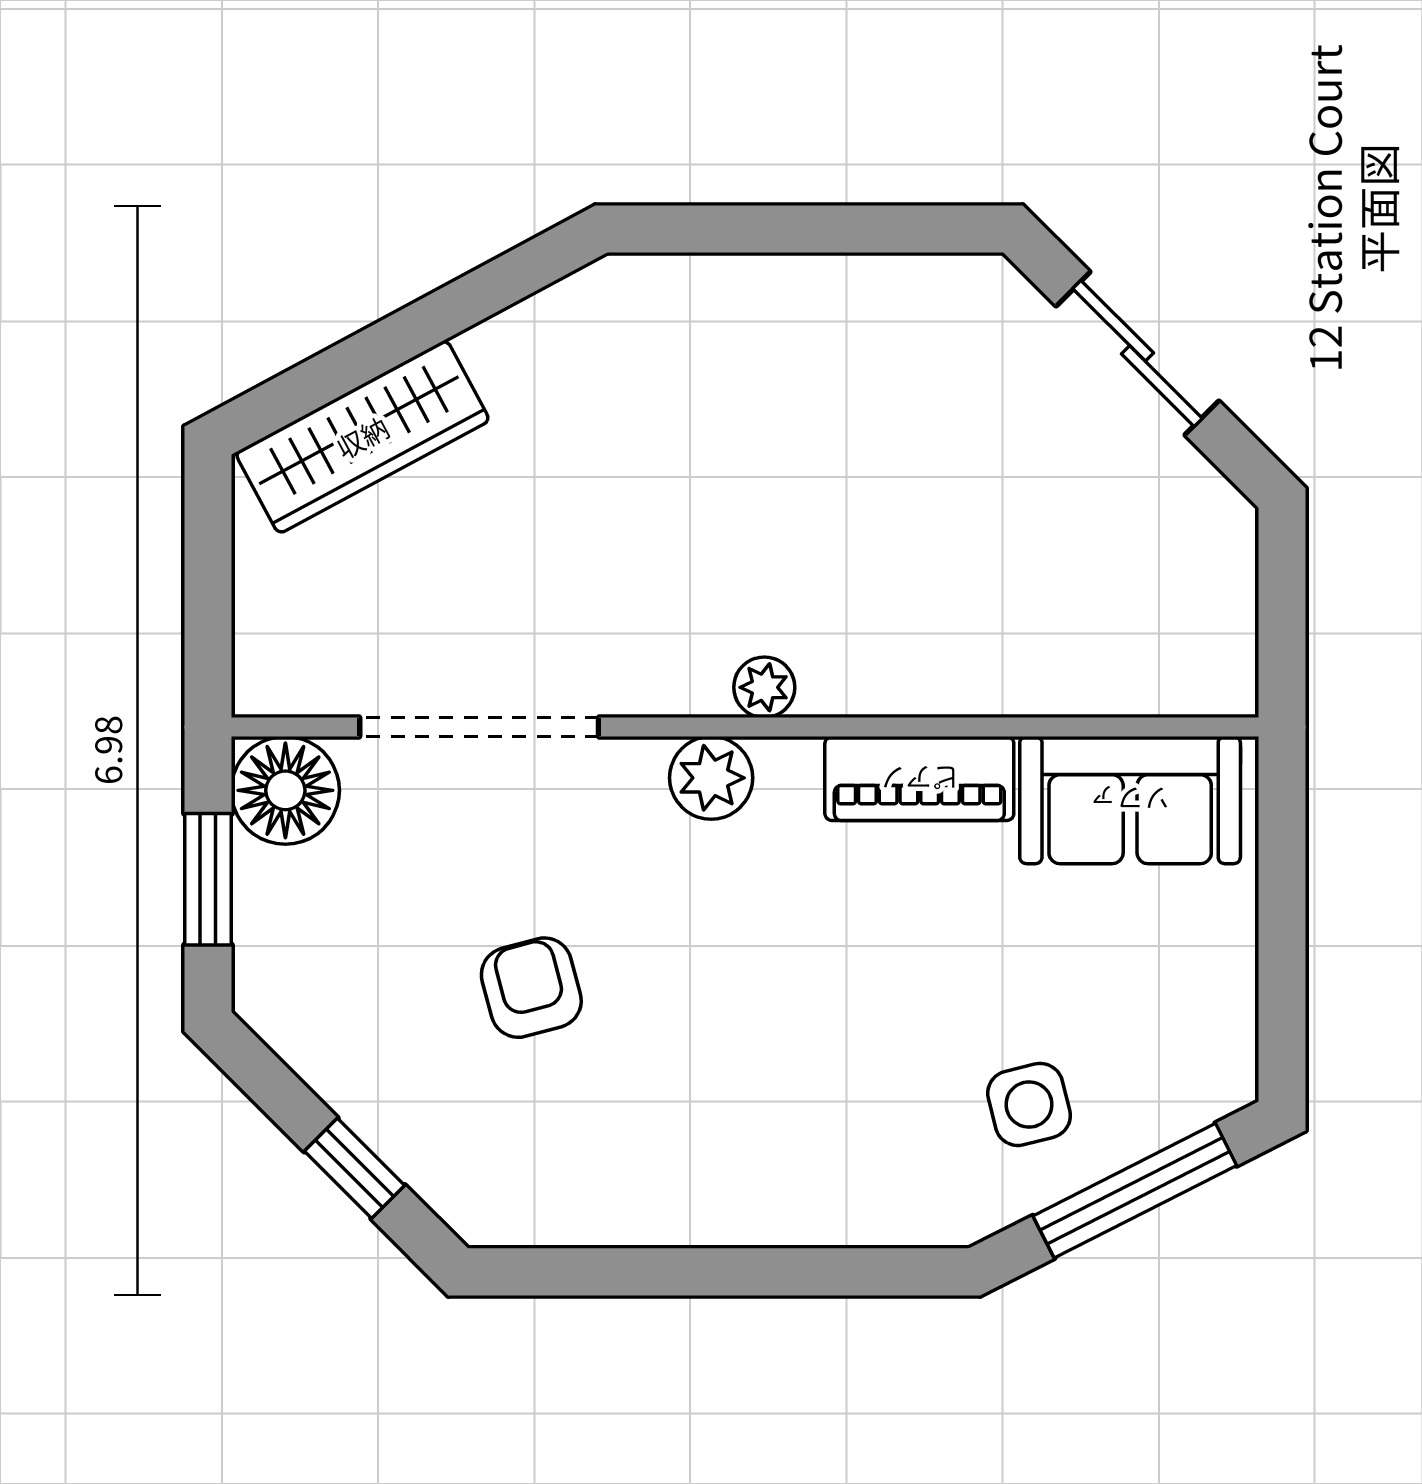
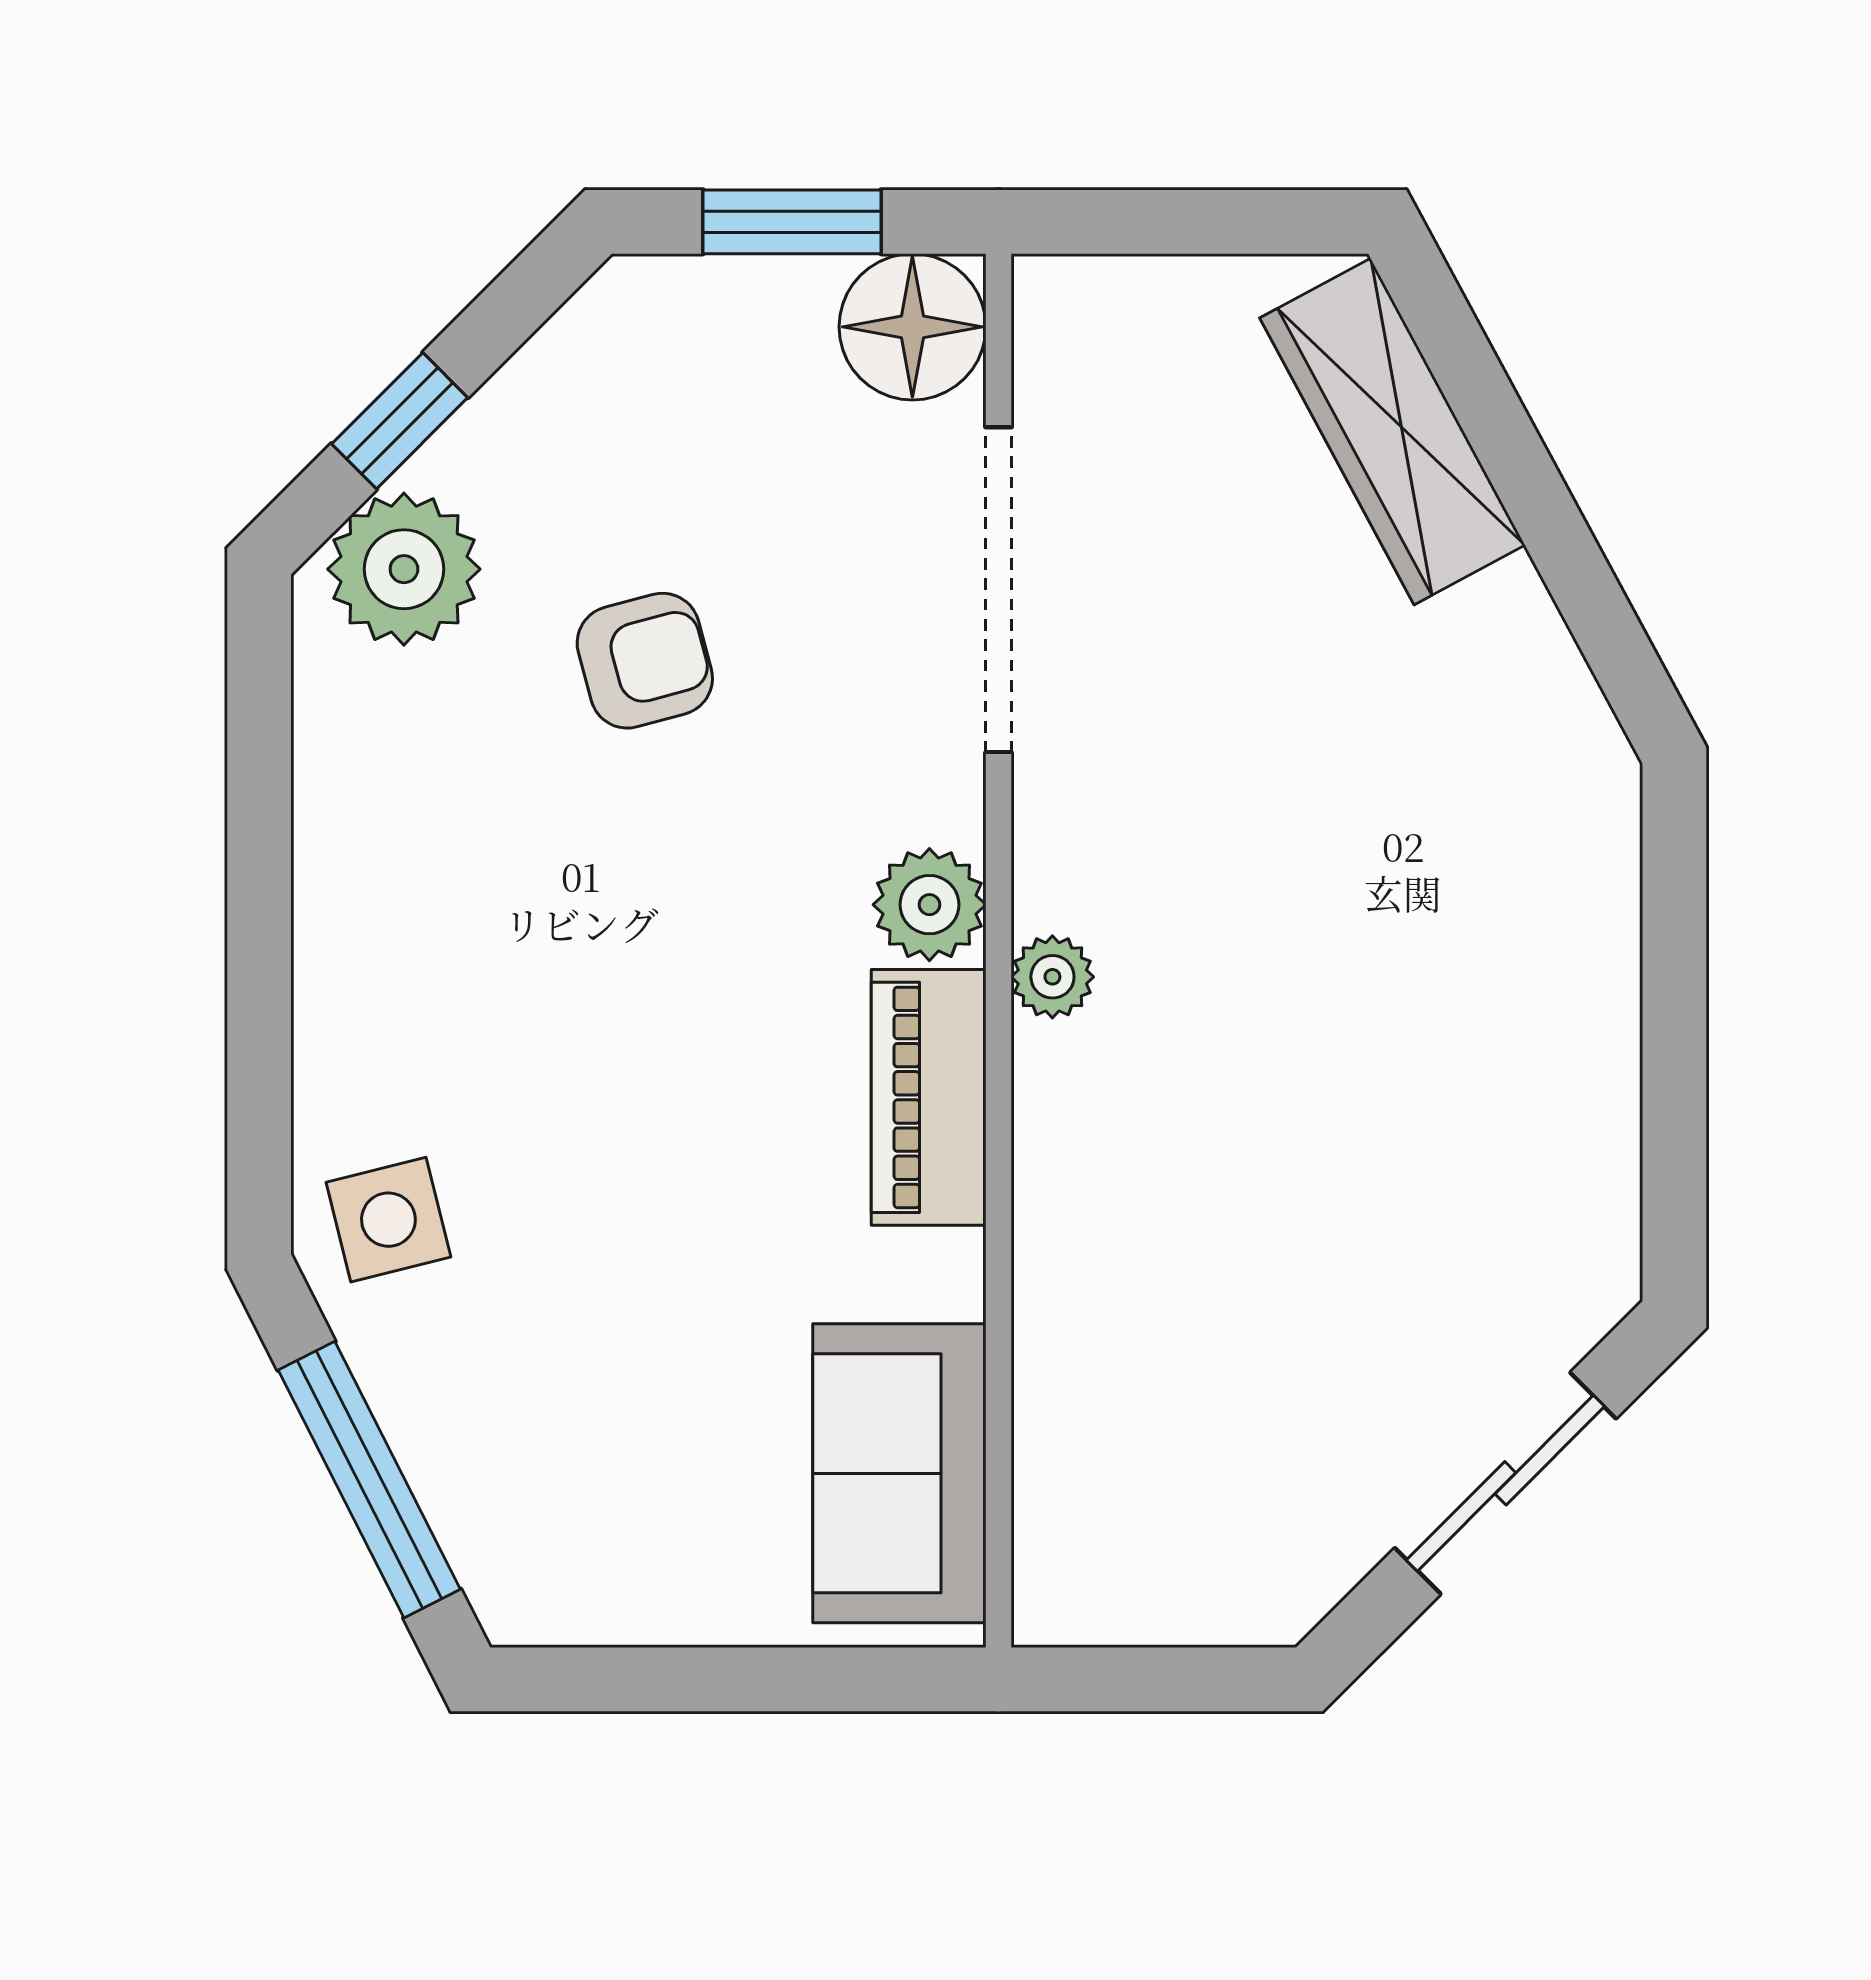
piano: (919, 779) -> (929, 1097), moved
side table: (1029, 1104) -> (388, 1220), moved
plant: (464, 1165) -> (404, 569), added

